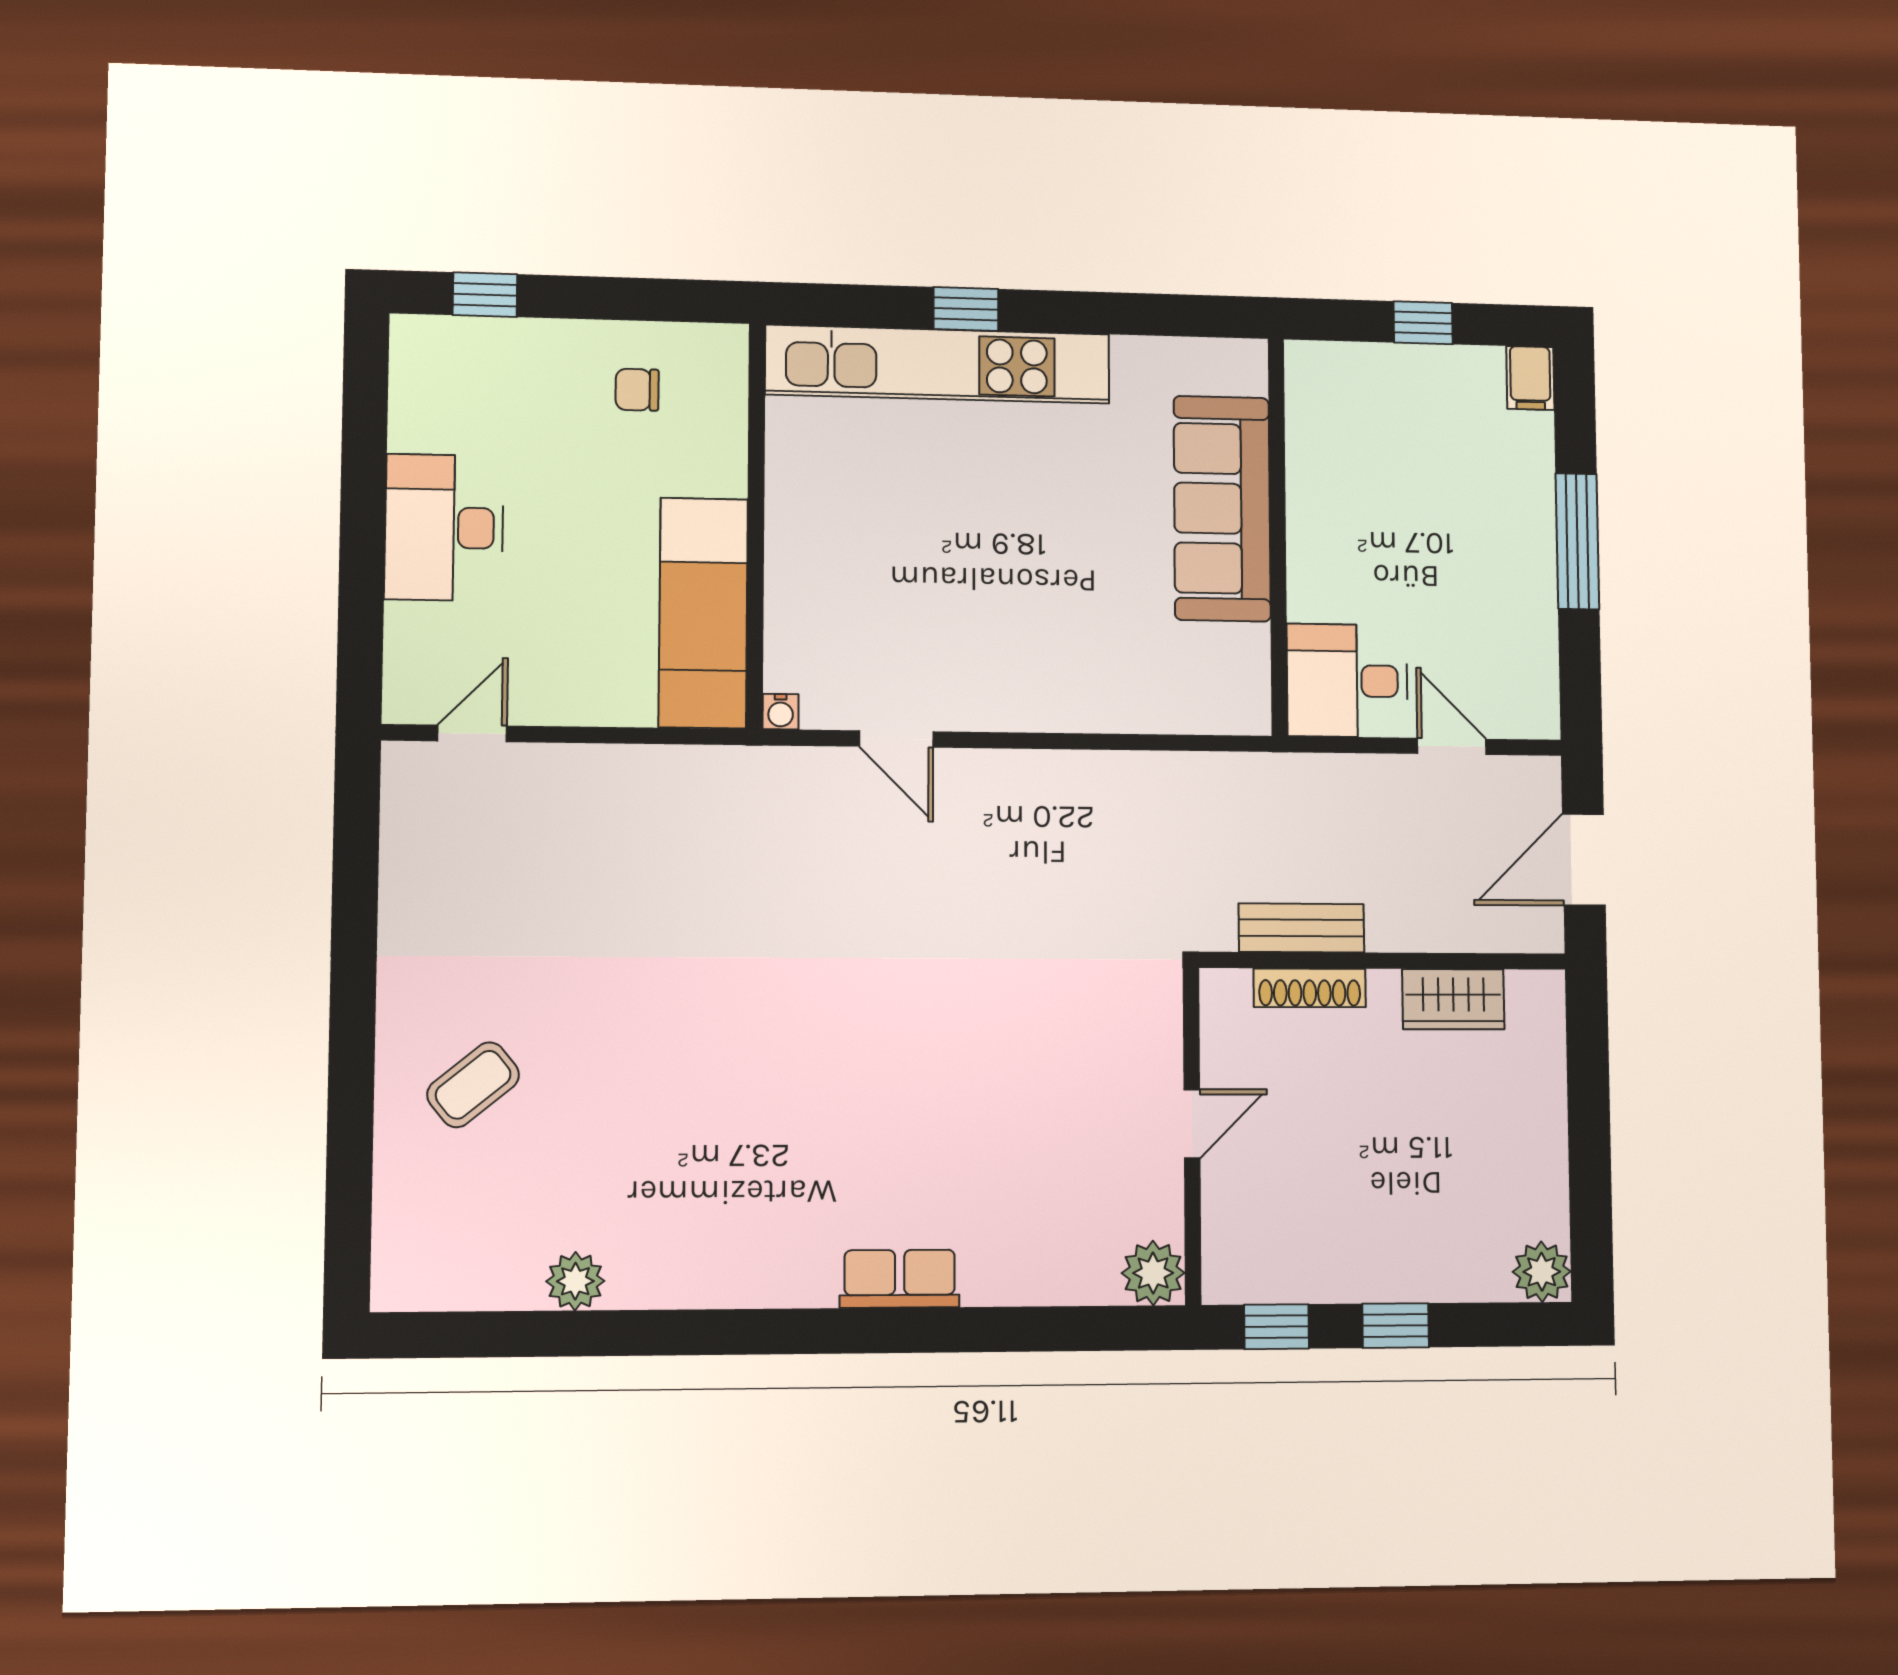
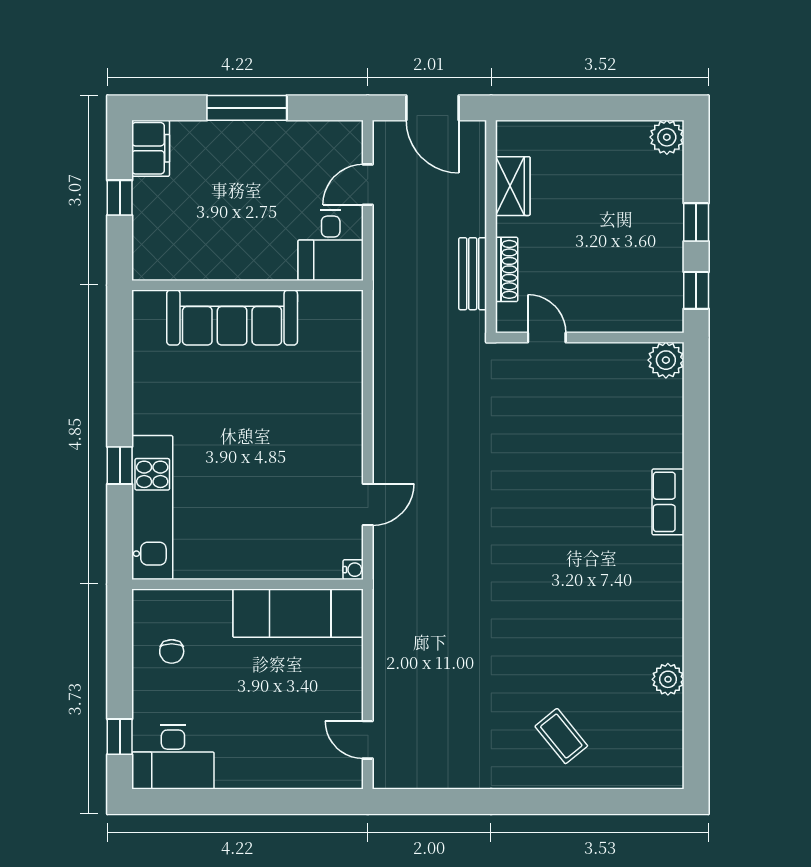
kitchen unit: (938, 364) -> (152, 507), width x0.73
filing cabinet: (1530, 378) -> (151, 148), width x2.00
desk: (444, 528) -> (173, 757), moved
door: (1192, 1124) -> (547, 338), moved

